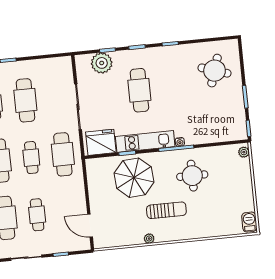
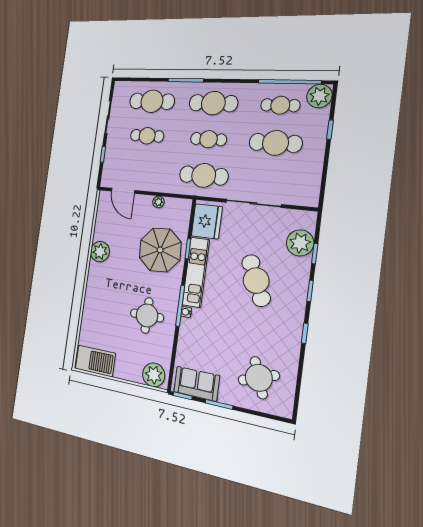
round table: (215, 71) -> (259, 378), turned -38
cafe table: (139, 90) -> (256, 281), turned 66
sofa: (235, 119) -> (197, 384), added
plant: (244, 152) -> (154, 375), width x1.88, depth x1.88
plant: (93, 189) -> (158, 202), added
sun lounger: (166, 210) -> (119, 277), removed
barbecue: (249, 222) -> (95, 361), width x1.88, depth x1.53
door: (90, 226) -> (123, 191), swing flipped
plant: (149, 239) -> (100, 252), width x1.88, depth x1.88

